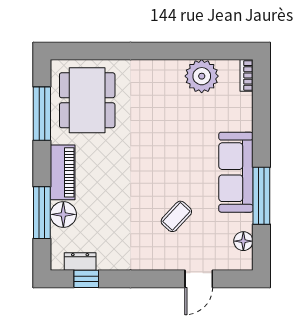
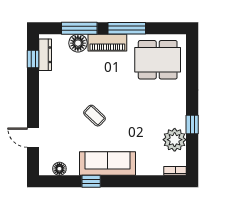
window: (180, 51) -> (192, 125), added
window: (42, 114) -> (127, 28), moved
window: (261, 196) -> (91, 181), width x0.46
coffee table: (176, 216) -> (94, 116), moved
dresser: (80, 262) -> (45, 55), width x1.44

